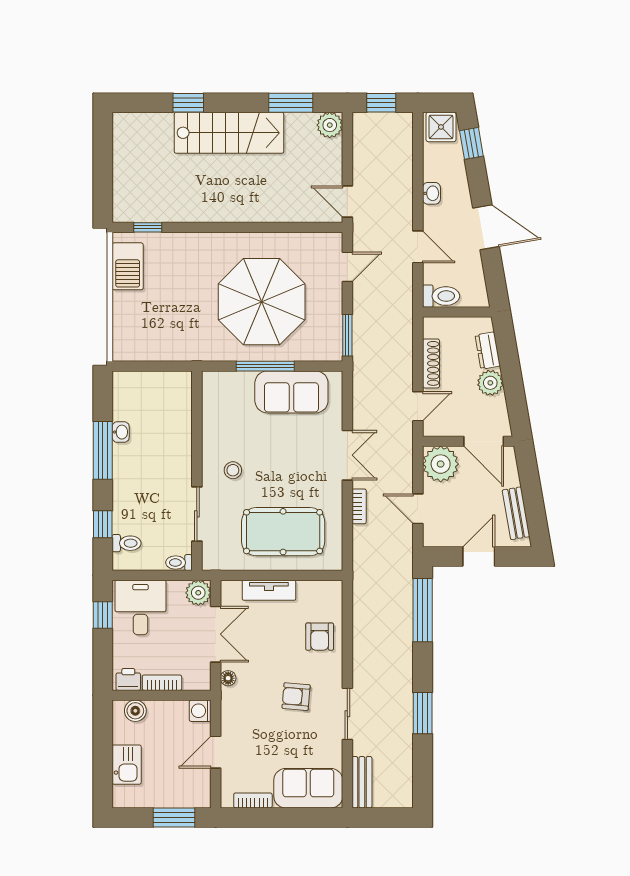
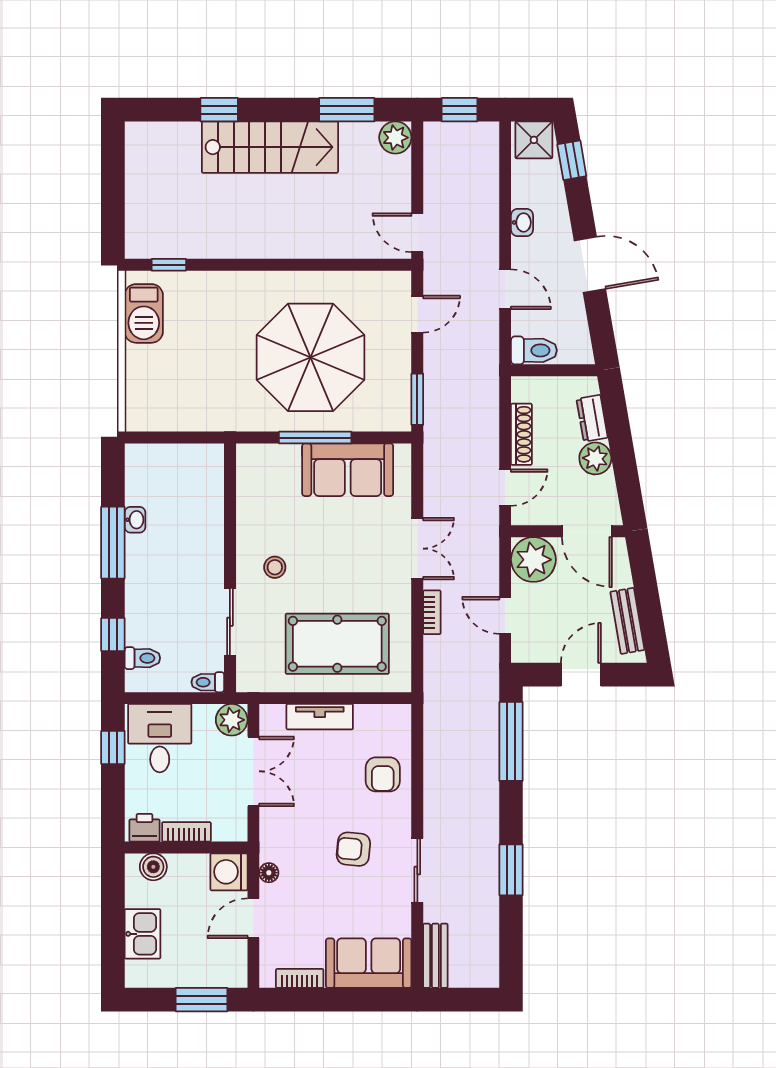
floor lamp: (228, 678) -> (269, 873), moved
washing machine: (200, 711) -> (229, 872), width x1.38, depth x1.38

